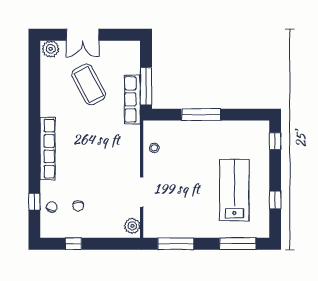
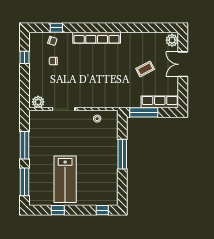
coffee table: (89, 85) -> (145, 69), width x0.54, depth x0.58
row of seats: (132, 99) -> (160, 102), moved
lab bench: (234, 190) -> (65, 179), turned 90
window: (176, 244) -> (25, 145), moved

